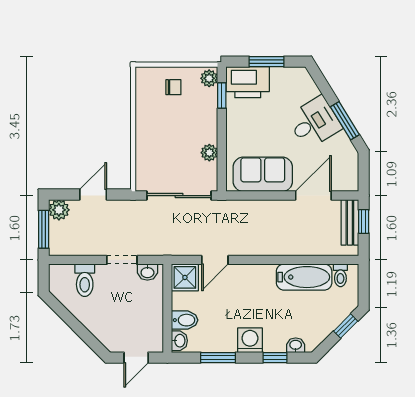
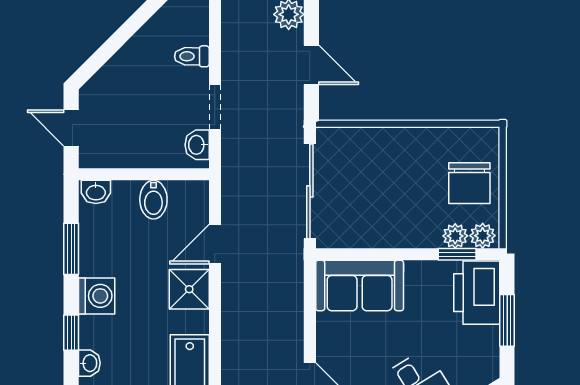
chair: (173, 87) -> (469, 183), width x1.87, depth x1.87
plant: (209, 153) -> (455, 236), moved
sofa: (263, 174) -> (360, 286), moved, turned 90
door: (215, 260) -> (215, 244), hinge flipped
shower: (185, 277) -> (189, 289), moved
toilet: (85, 280) -> (192, 56), width x0.73, depth x0.72
bidet: (185, 320) -> (153, 200), moved

